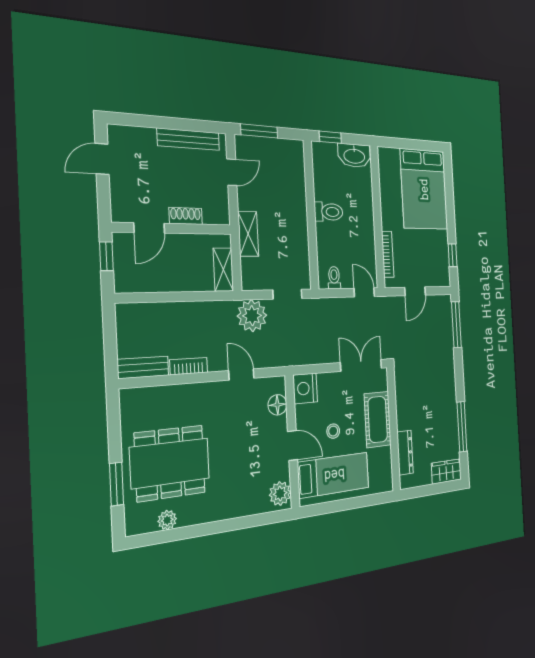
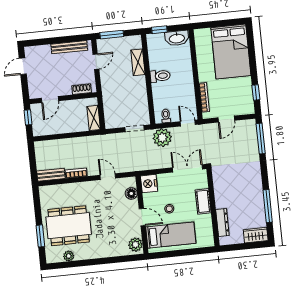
shoe rack: (186, 216) -> (82, 89), moved
shelving: (248, 234) -> (138, 62), moved
plant: (252, 316) -> (162, 138), moved
cot: (378, 419) -> (203, 201), width x0.73, depth x0.75

